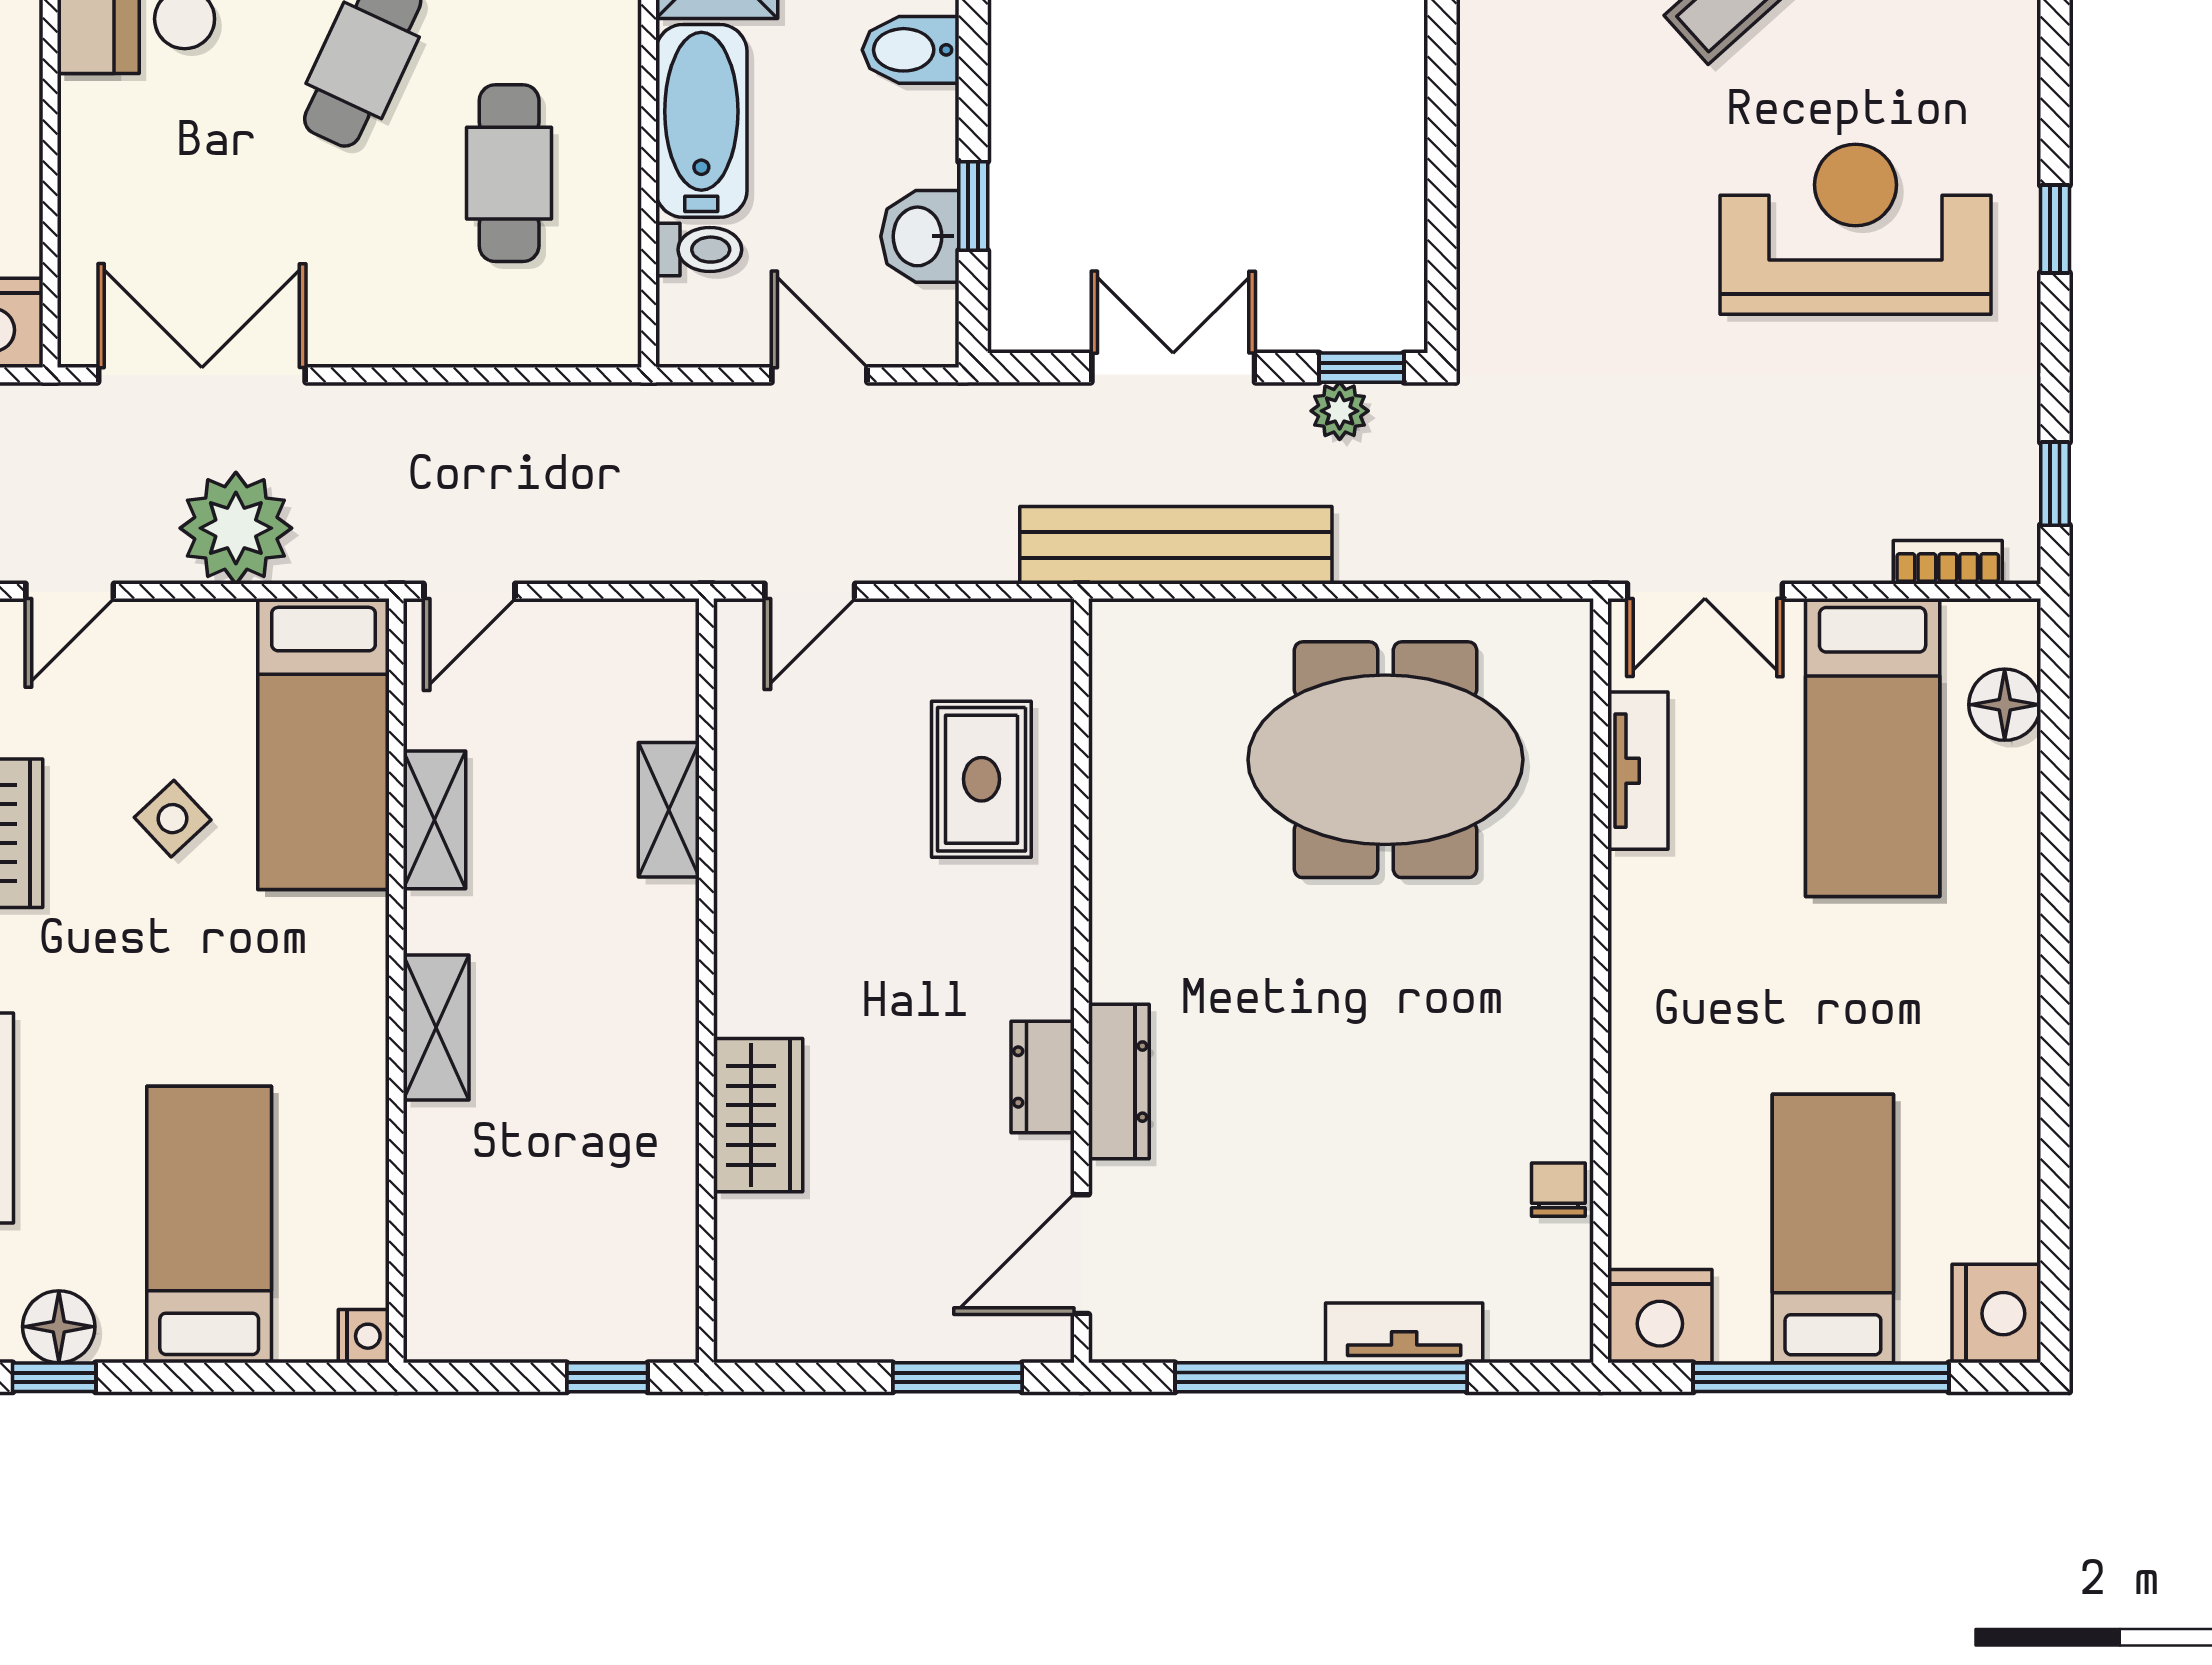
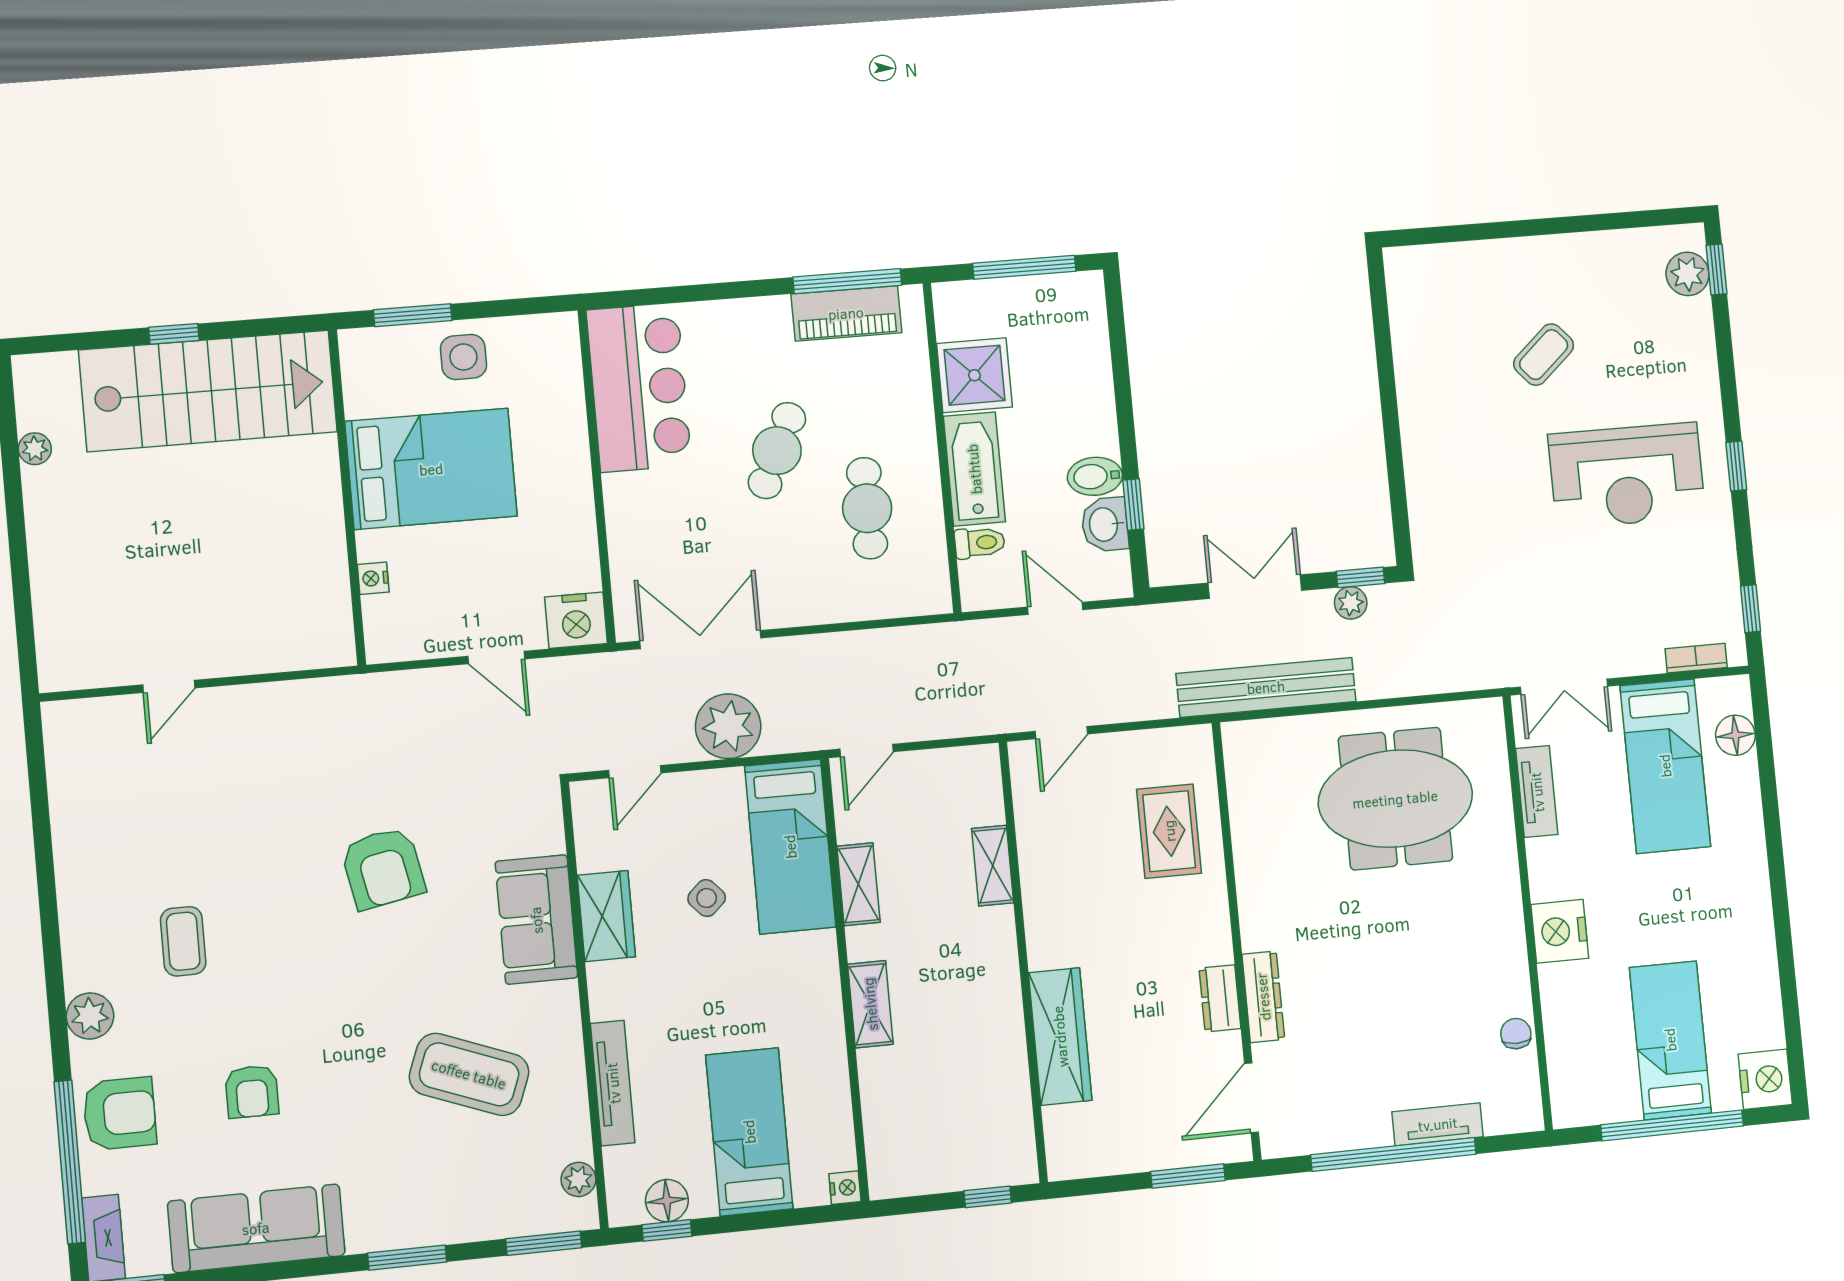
bidet: (910, 50) -> (1095, 476), moved
reception desk: (1855, 229) -> (1627, 476), turned 180
wardrobe: (758, 1115) -> (1060, 1037), width x1.50
nightstand: (1660, 1316) -> (1560, 931), moved, turned 90

